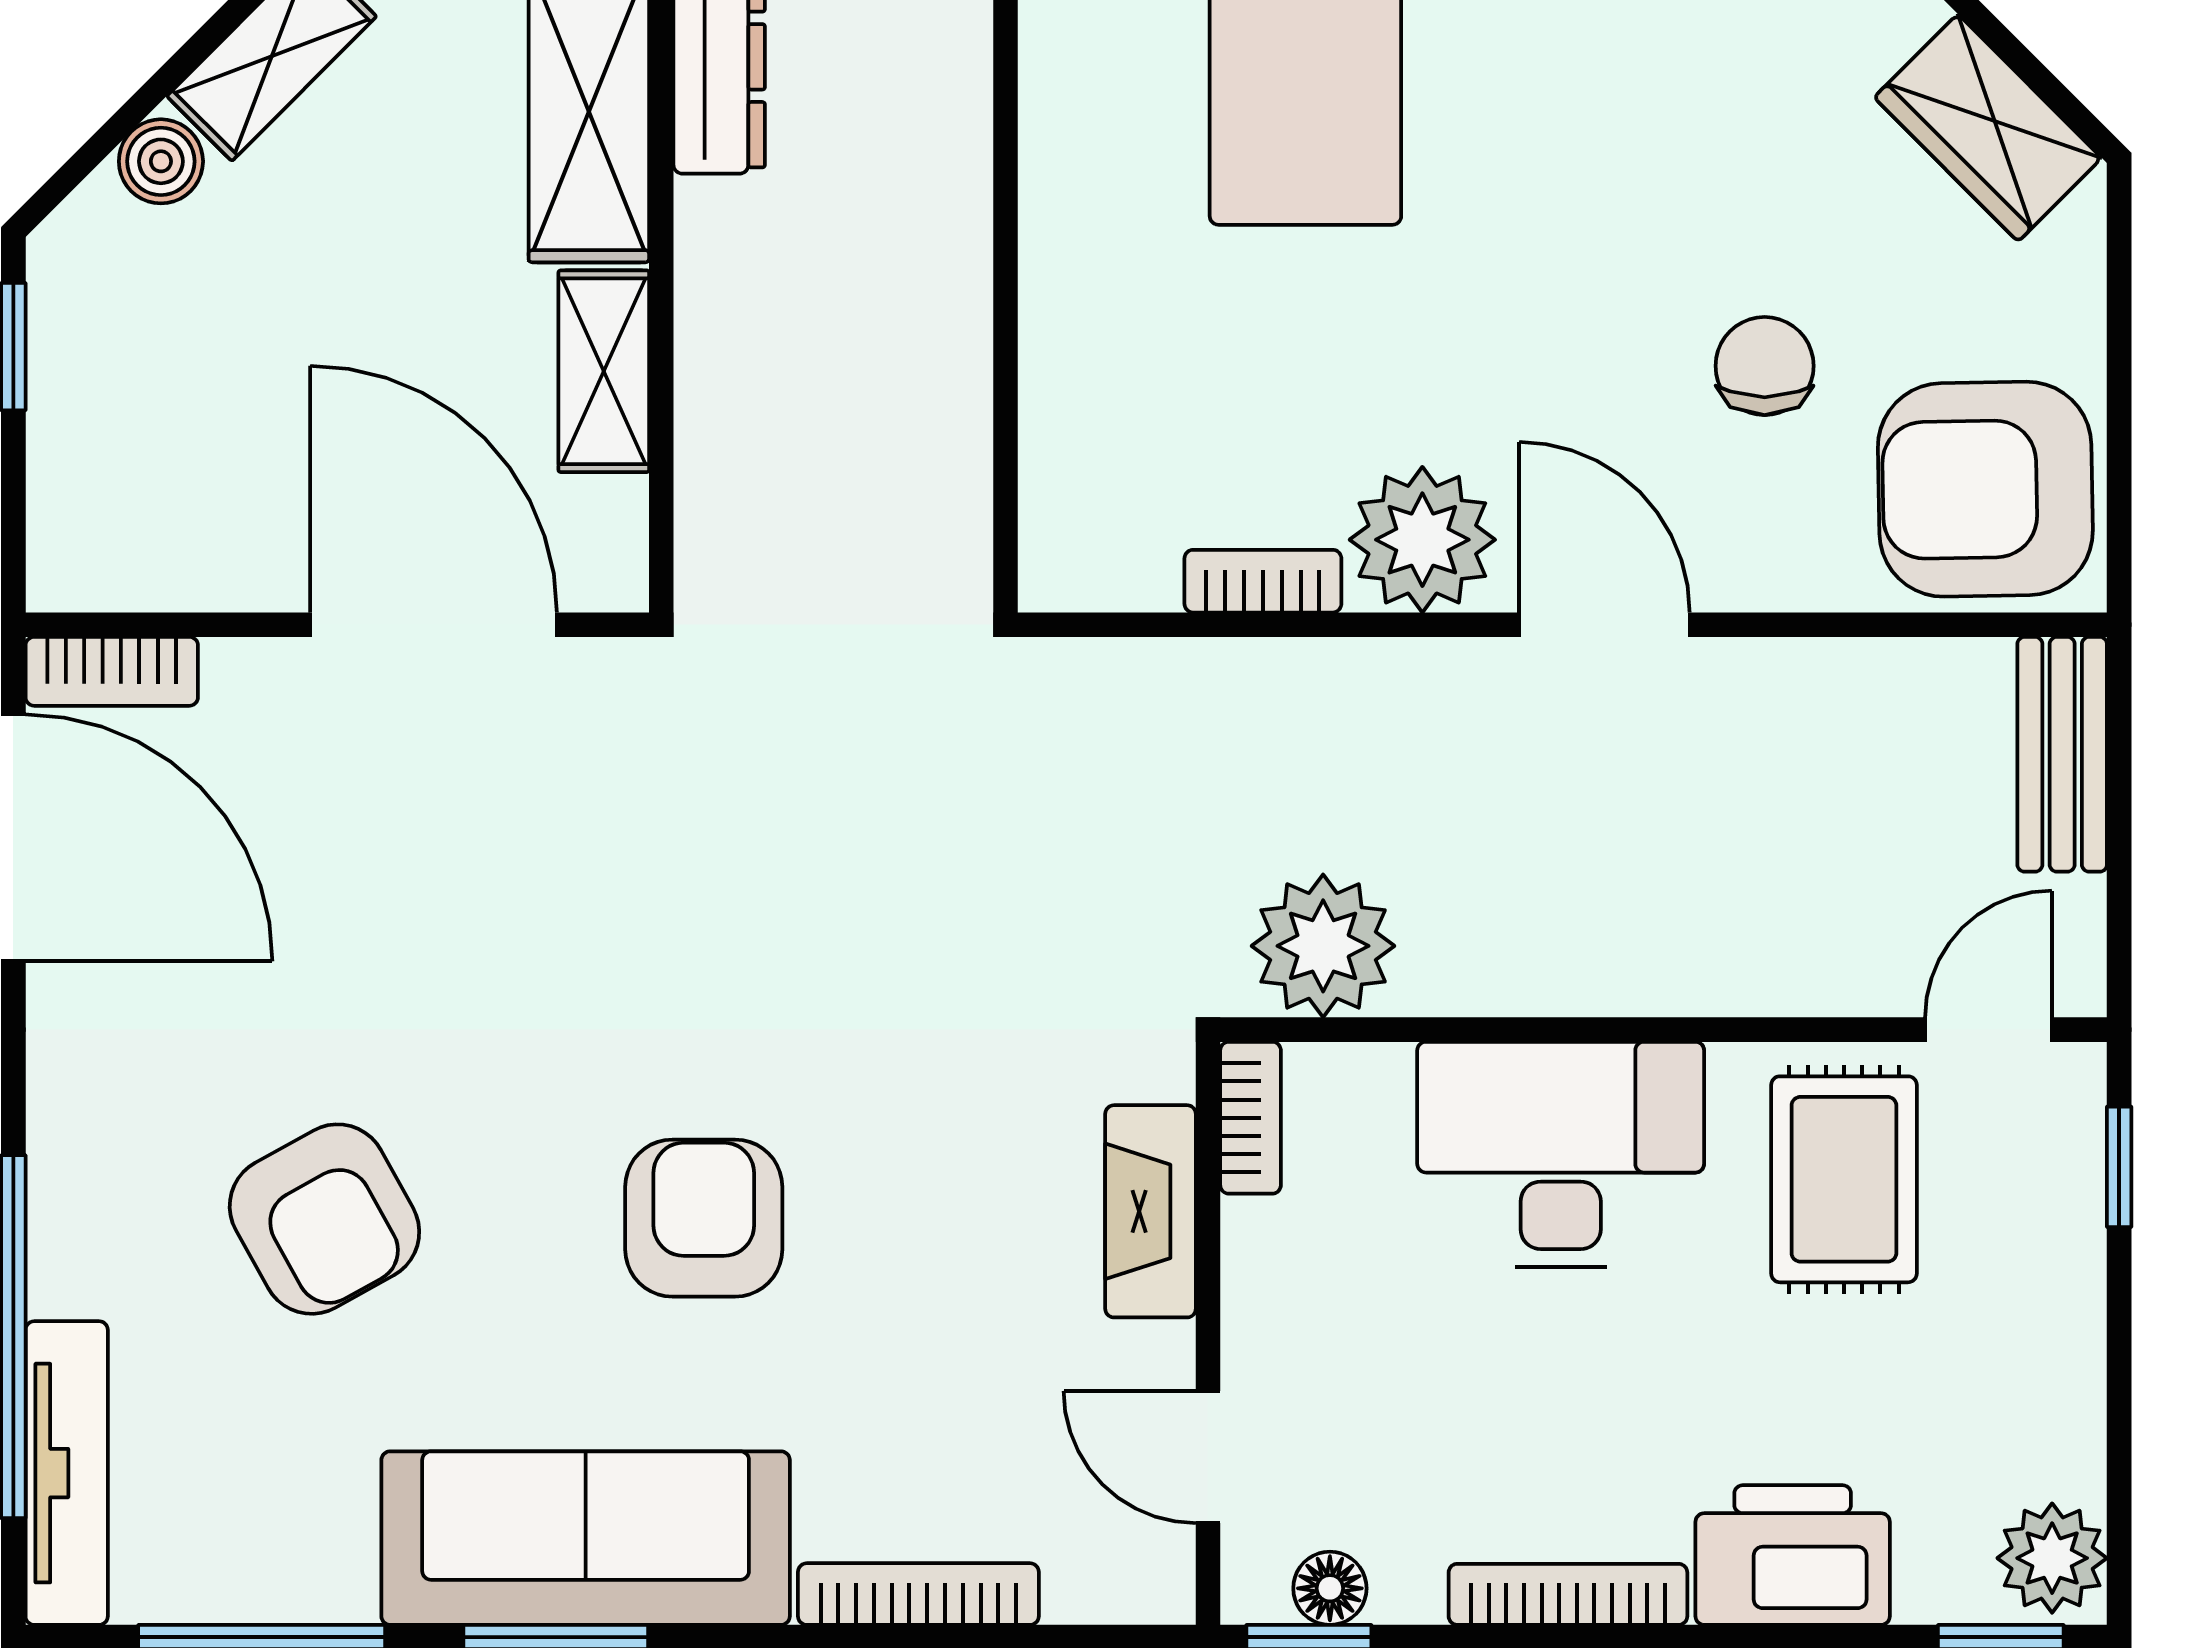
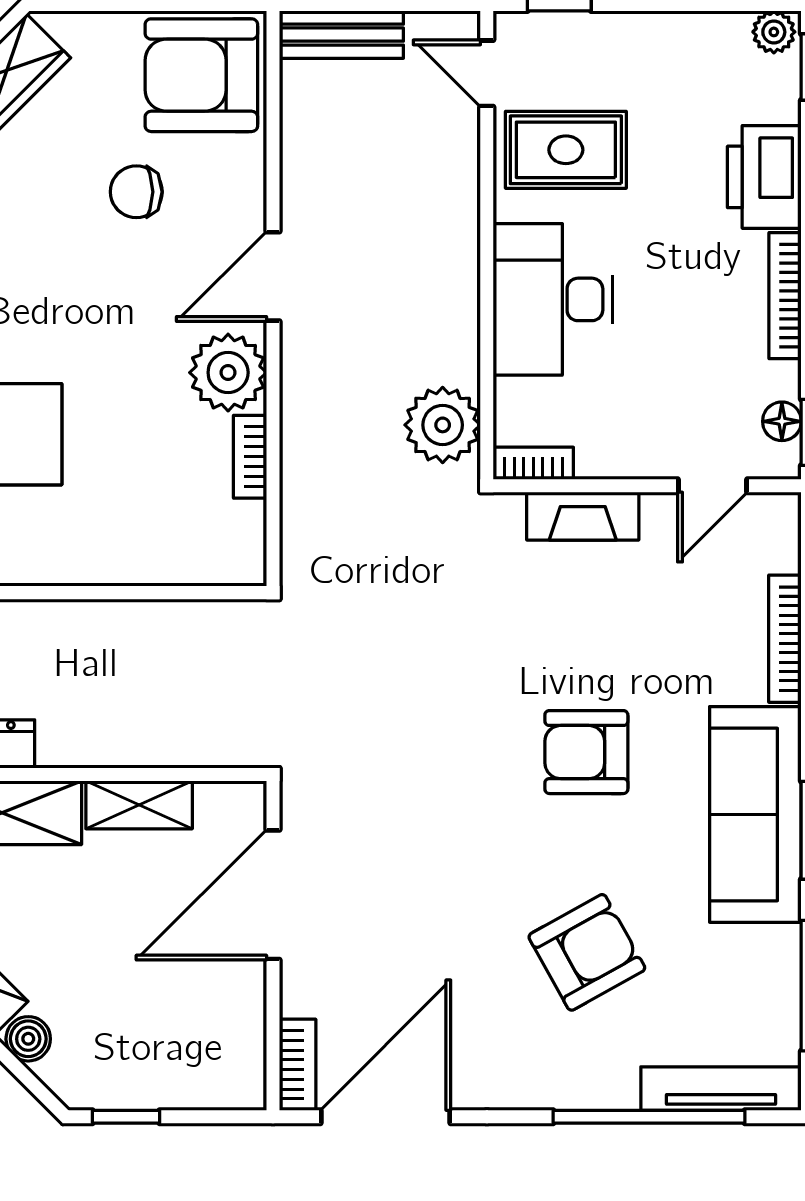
armchair: (1985, 489) -> (201, 75), turned 91
plant: (2052, 1558) -> (774, 32), width x0.73, depth x0.73

